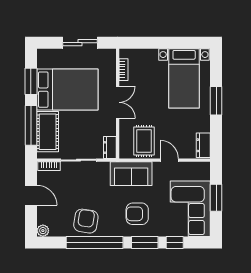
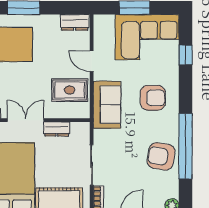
dresser: (110, 148) -> (57, 129), moved
door: (169, 160) -> (92, 61), hinge flipped
armchair: (137, 214) -> (153, 98), turned -90
window: (145, 242) -> (186, 89), removed

